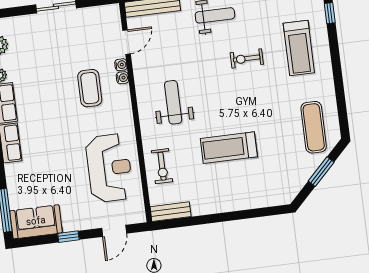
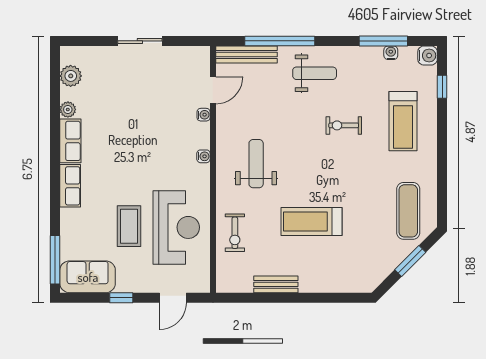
water cooler: (122, 78) -> (203, 156), moved
coffee table: (90, 88) -> (129, 226), moved
bench: (171, 212) -> (276, 284), moved

